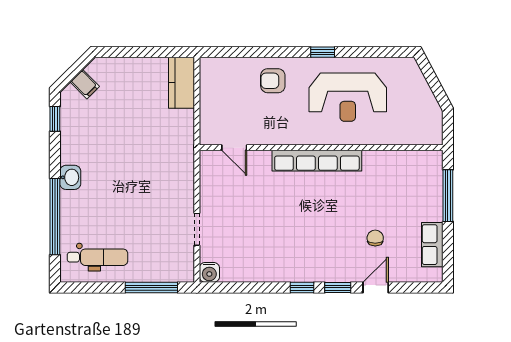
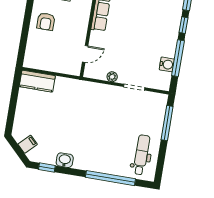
washbasin: (70, 177) -> (65, 160), moved
plant: (207, 194) -> (112, 77), added
water cooler: (209, 272) -> (167, 64), moved
window: (251, 288) -> (178, 58), added

